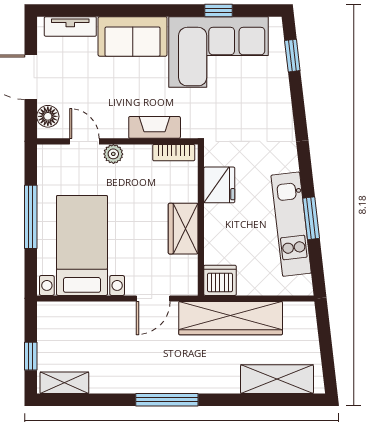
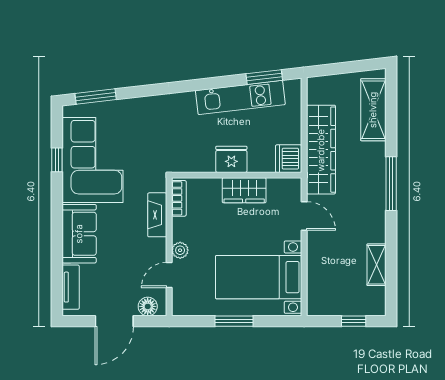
window: (292, 56) -> (96, 97), width x1.50
fridge: (219, 185) -> (231, 159), moved
window: (31, 217) -> (234, 321), width x0.69
window: (311, 218) -> (264, 77), moved
shelving: (64, 383) -> (376, 265), moved
window: (167, 400) -> (391, 184), moved

